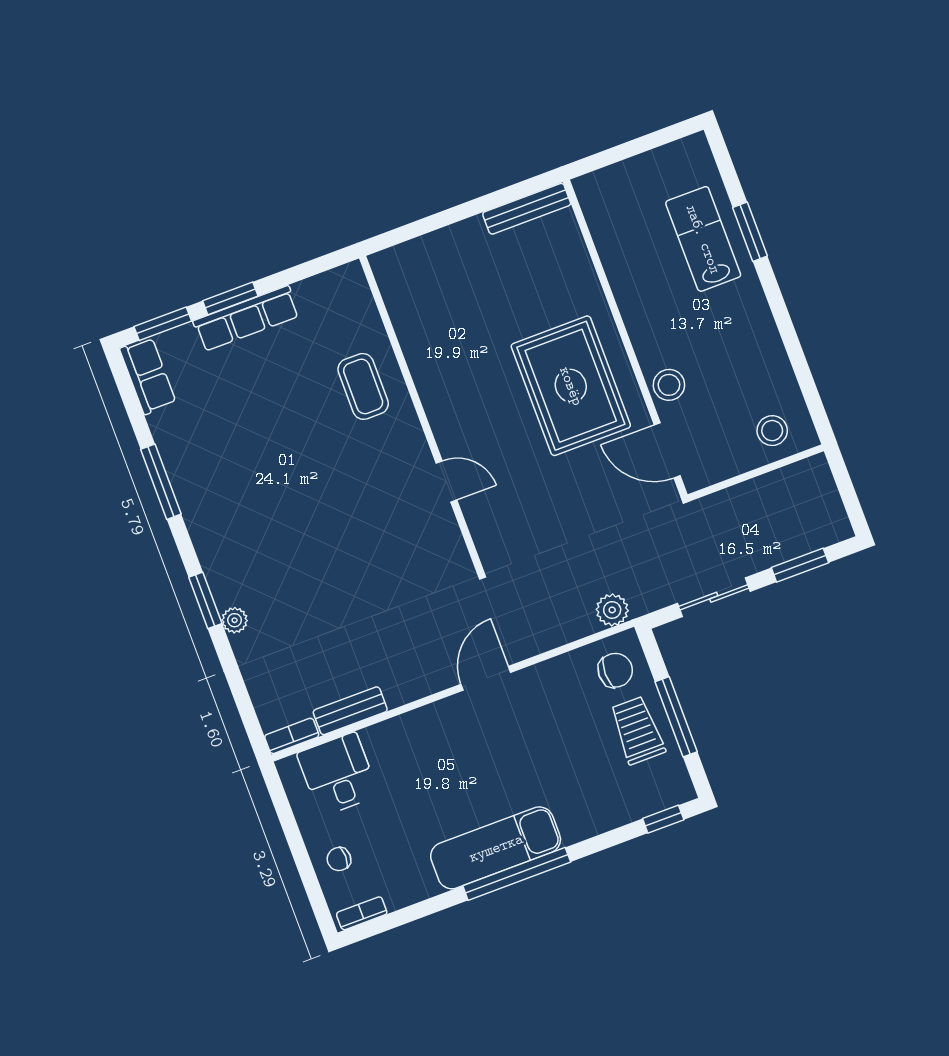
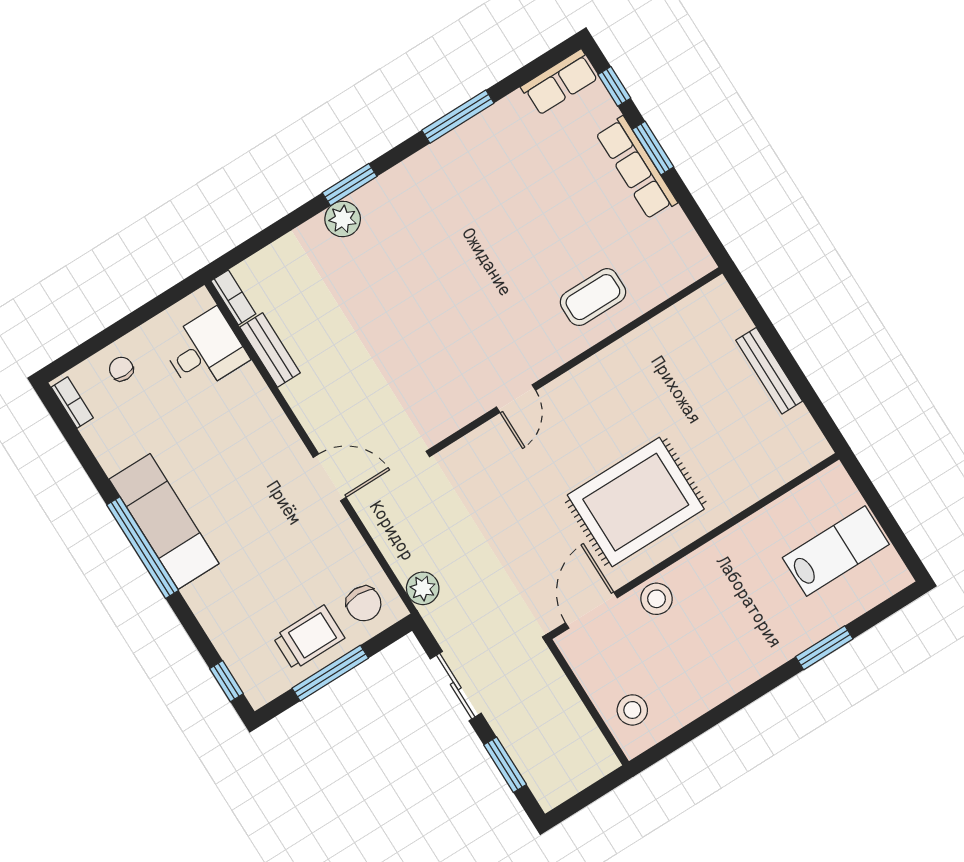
bench: (527, 209) -> (769, 371), moved
lab bench: (703, 239) -> (836, 551), moved
window: (163, 324) -> (614, 86), width x0.67
plant: (235, 620) -> (343, 219), width x1.38, depth x1.38

